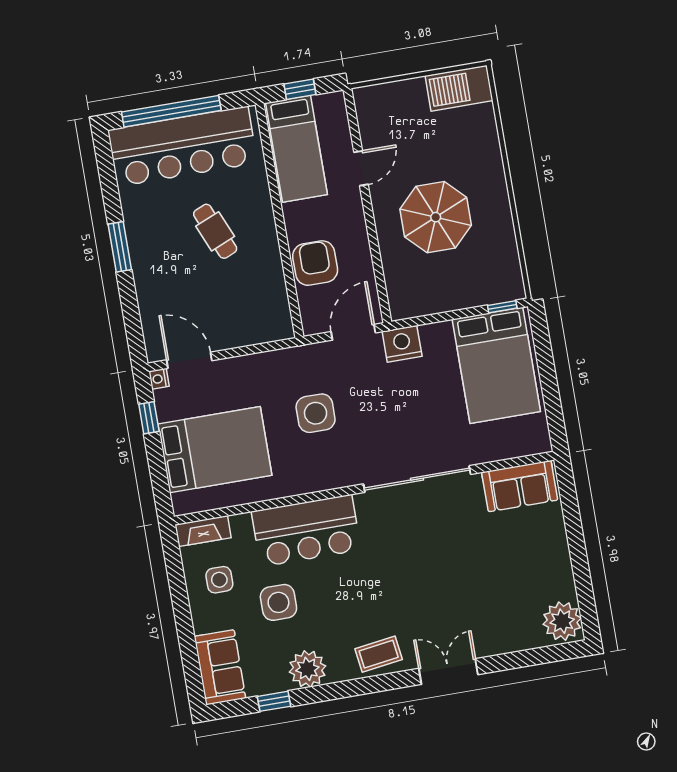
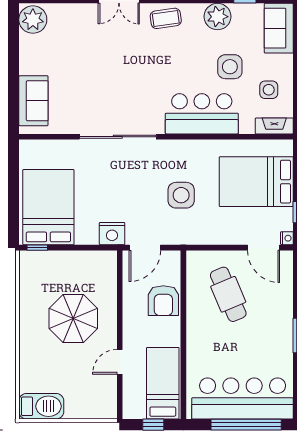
cafe table: (215, 231) -> (228, 294), moved, width x1.37, depth x1.35
sofa: (520, 486) -> (33, 101), moved, turned 90

